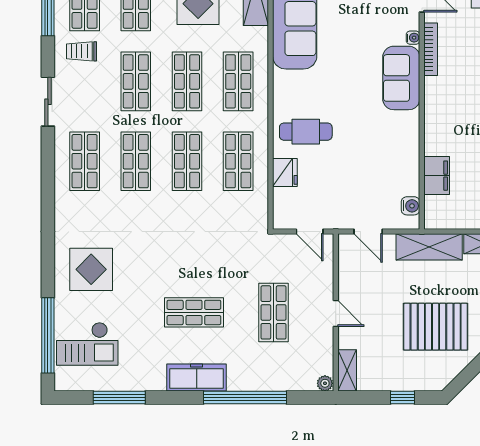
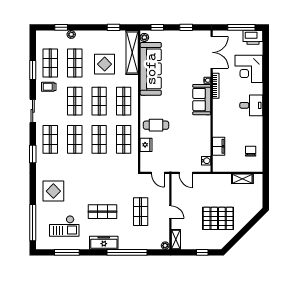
window: (48, 192) -> (33, 154), added
shelving: (429, 247) -> (215, 180), removed
checkout: (87, 344) -> (64, 226), moved

